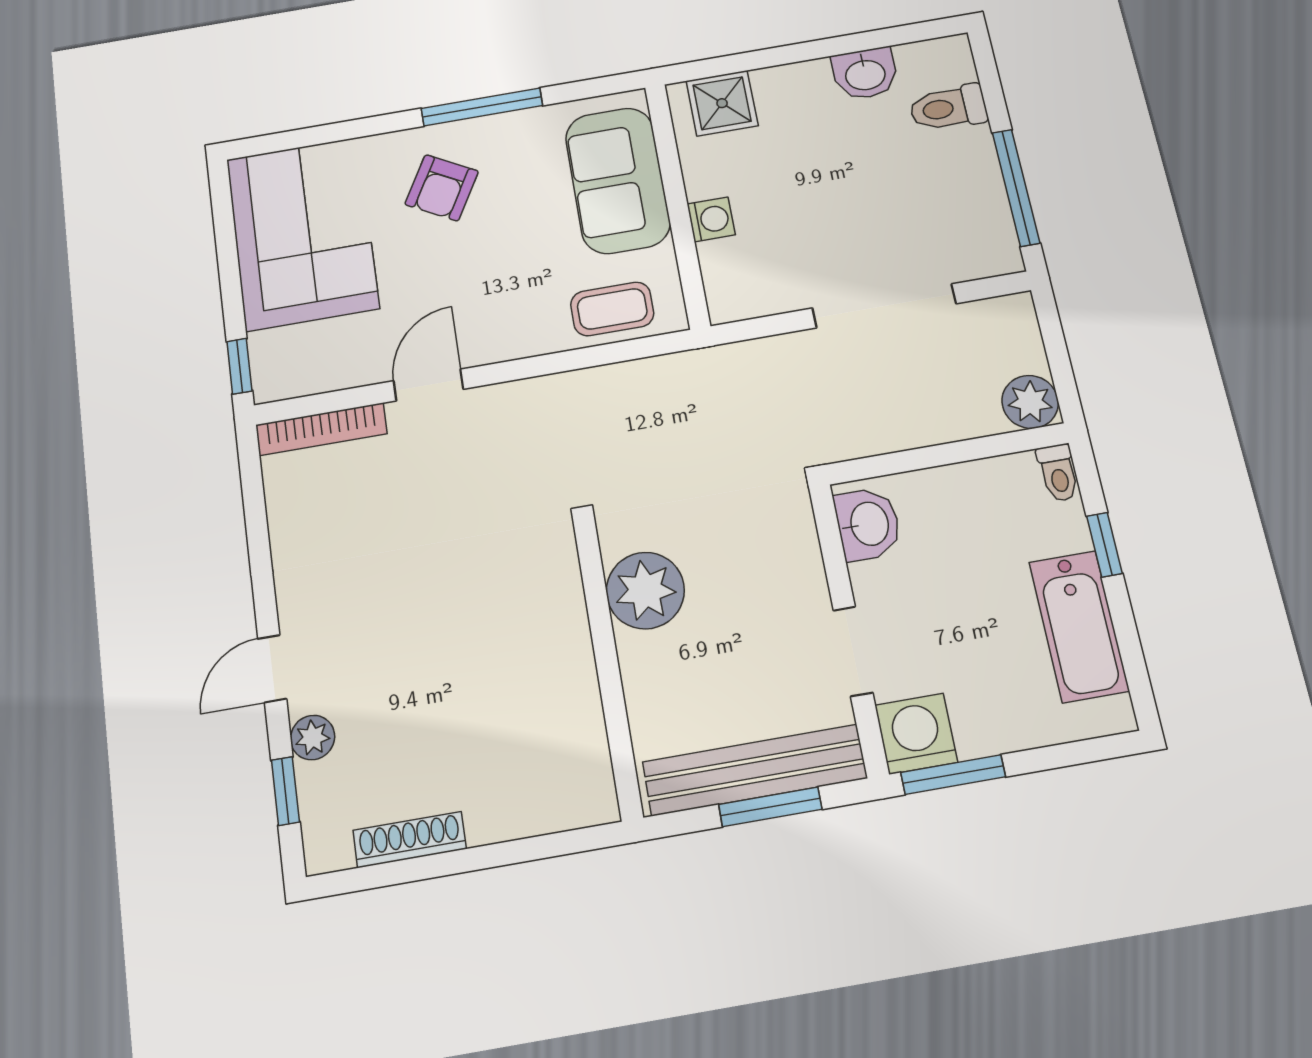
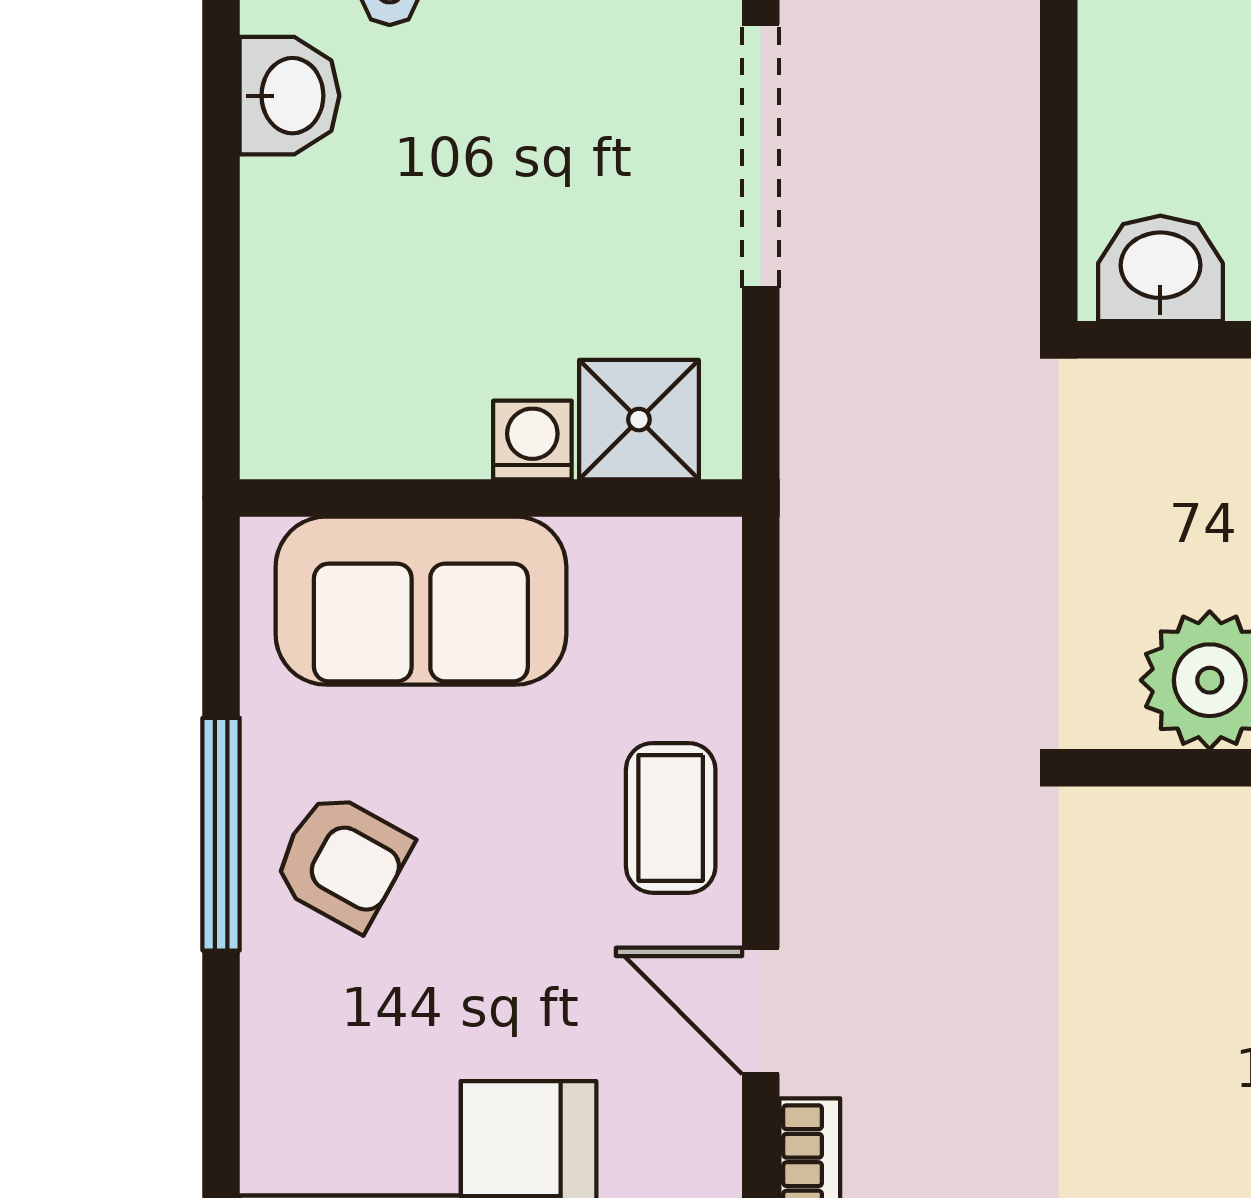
shower: (722, 103) -> (639, 420), moved
armchair: (442, 188) -> (342, 861), moved
coffee table: (612, 309) -> (671, 818), moved

